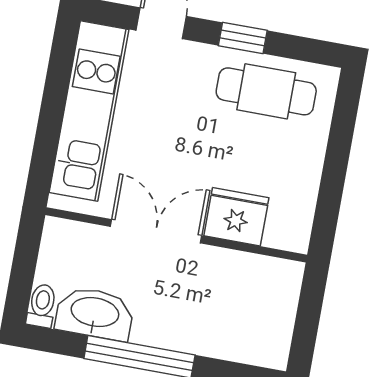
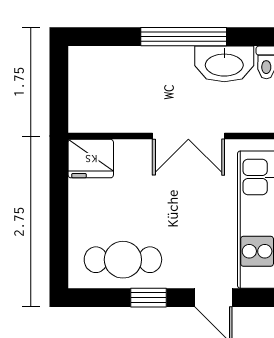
fridge: (236, 217) -> (91, 159), moved

